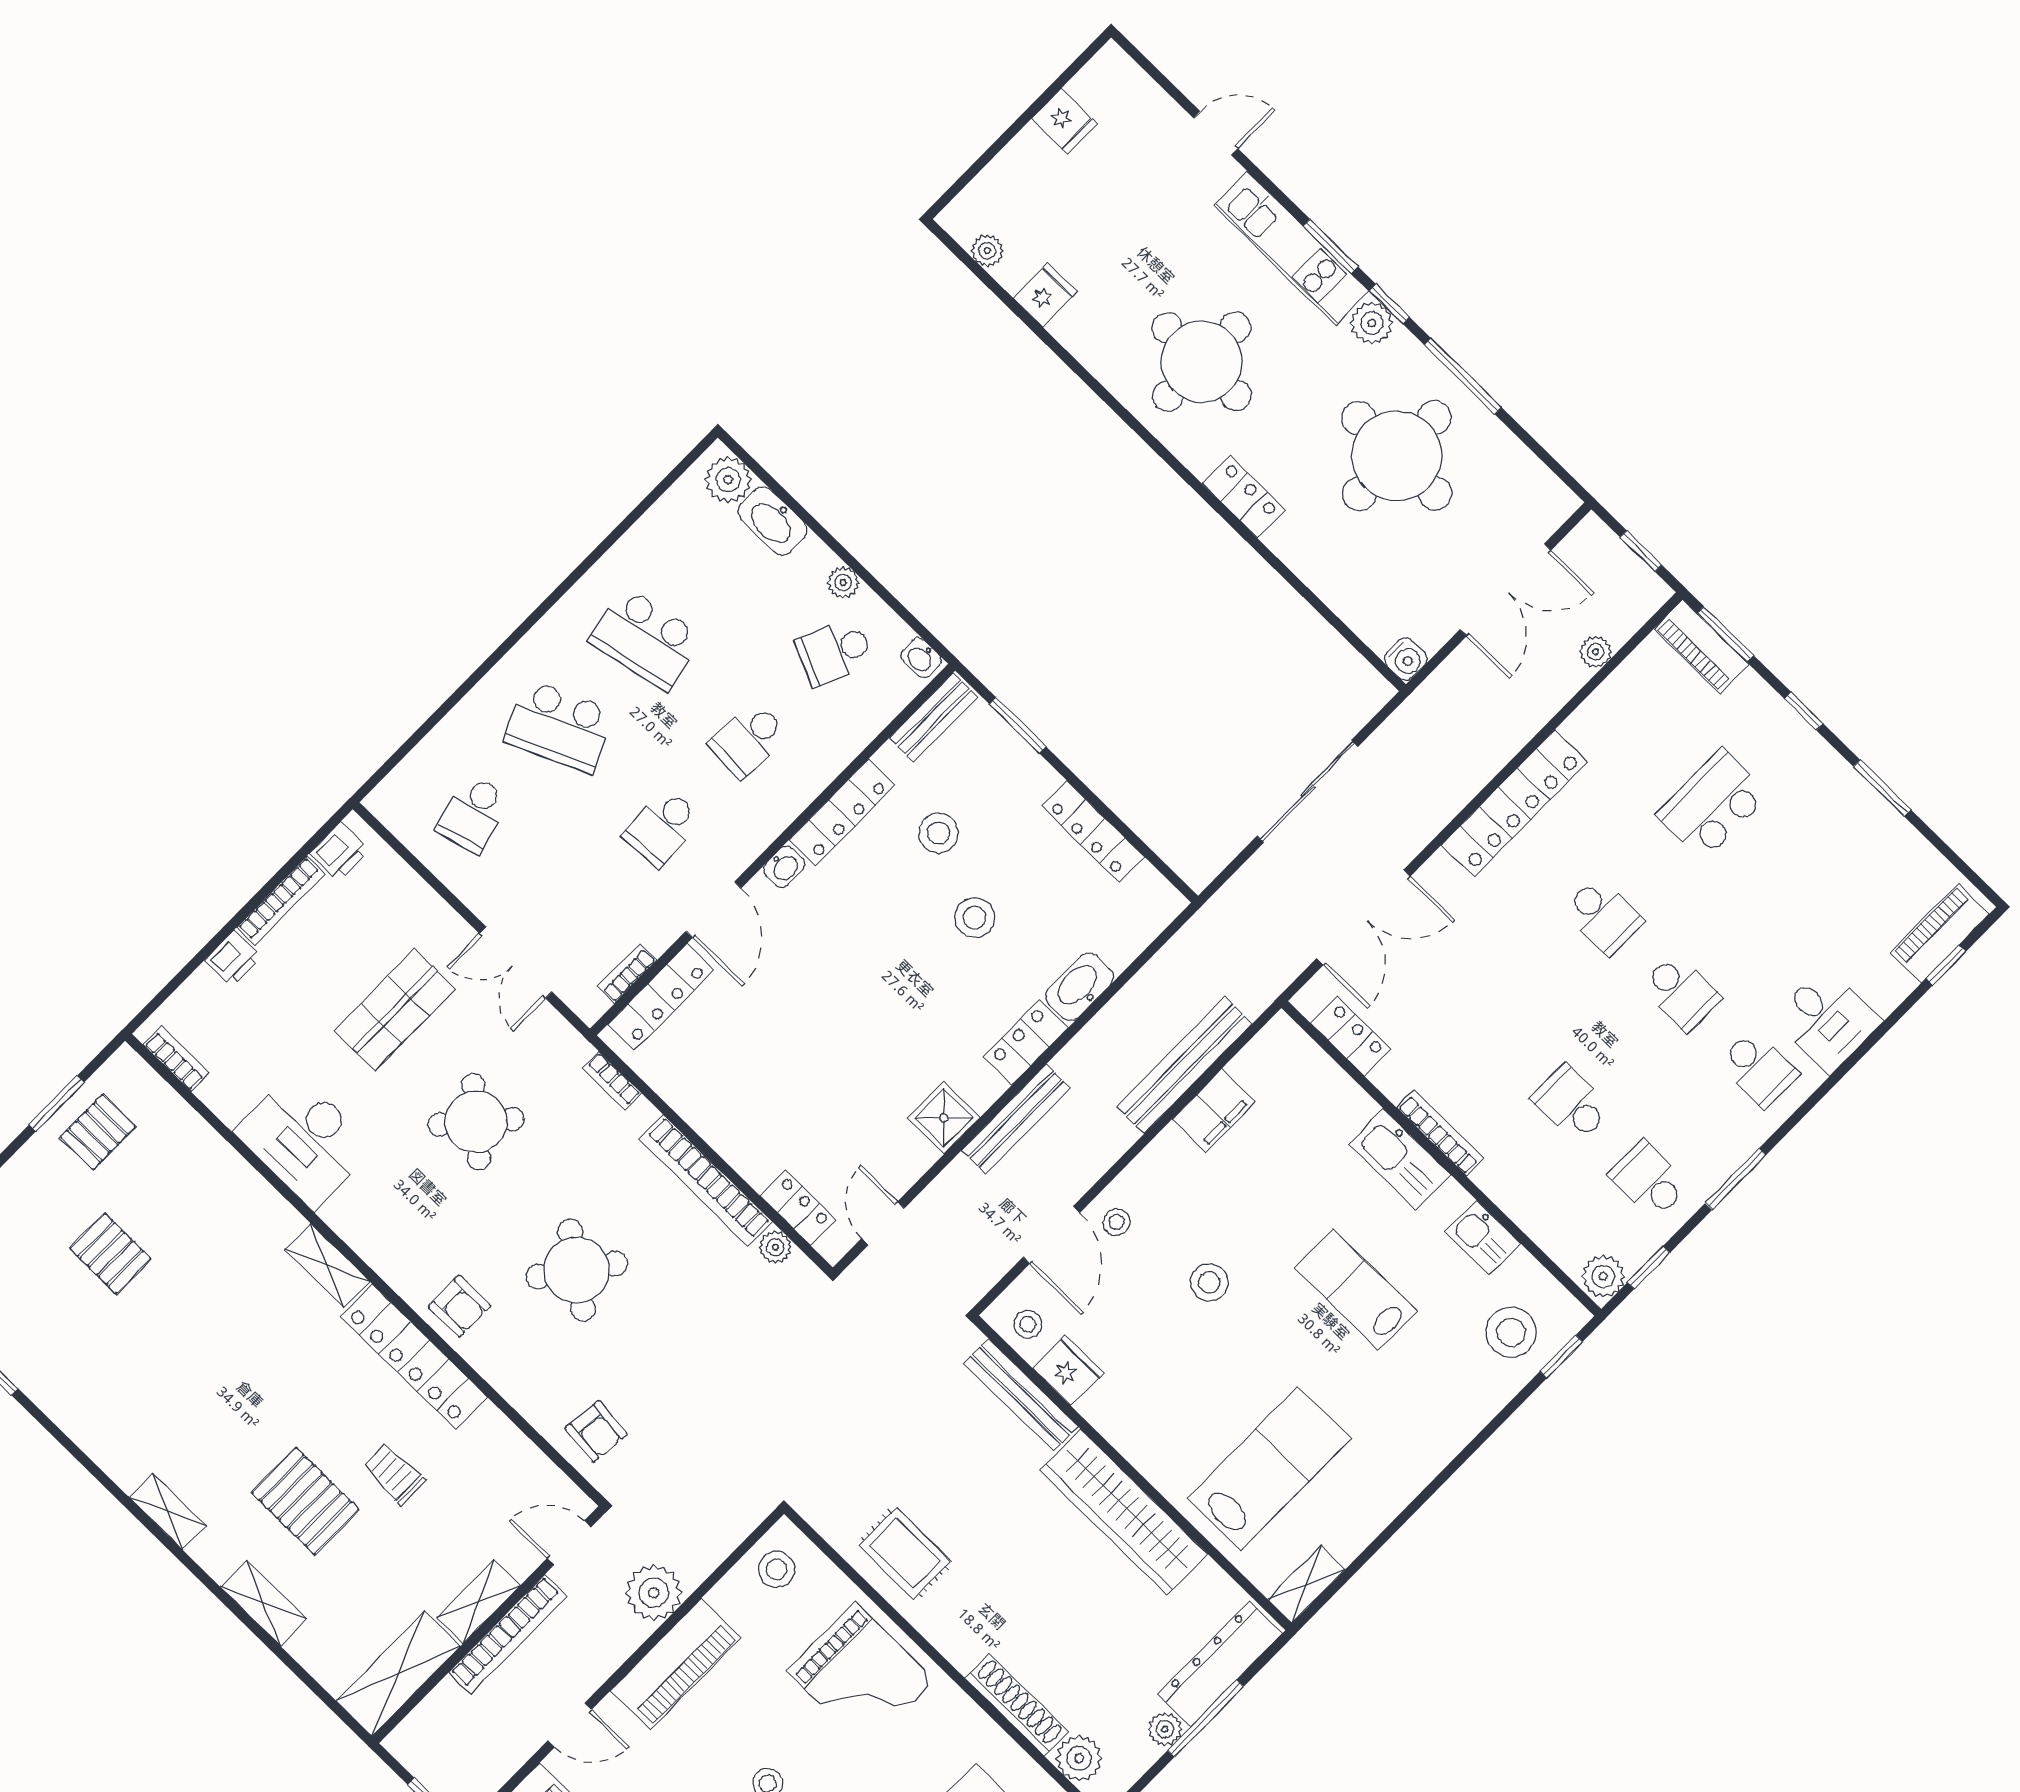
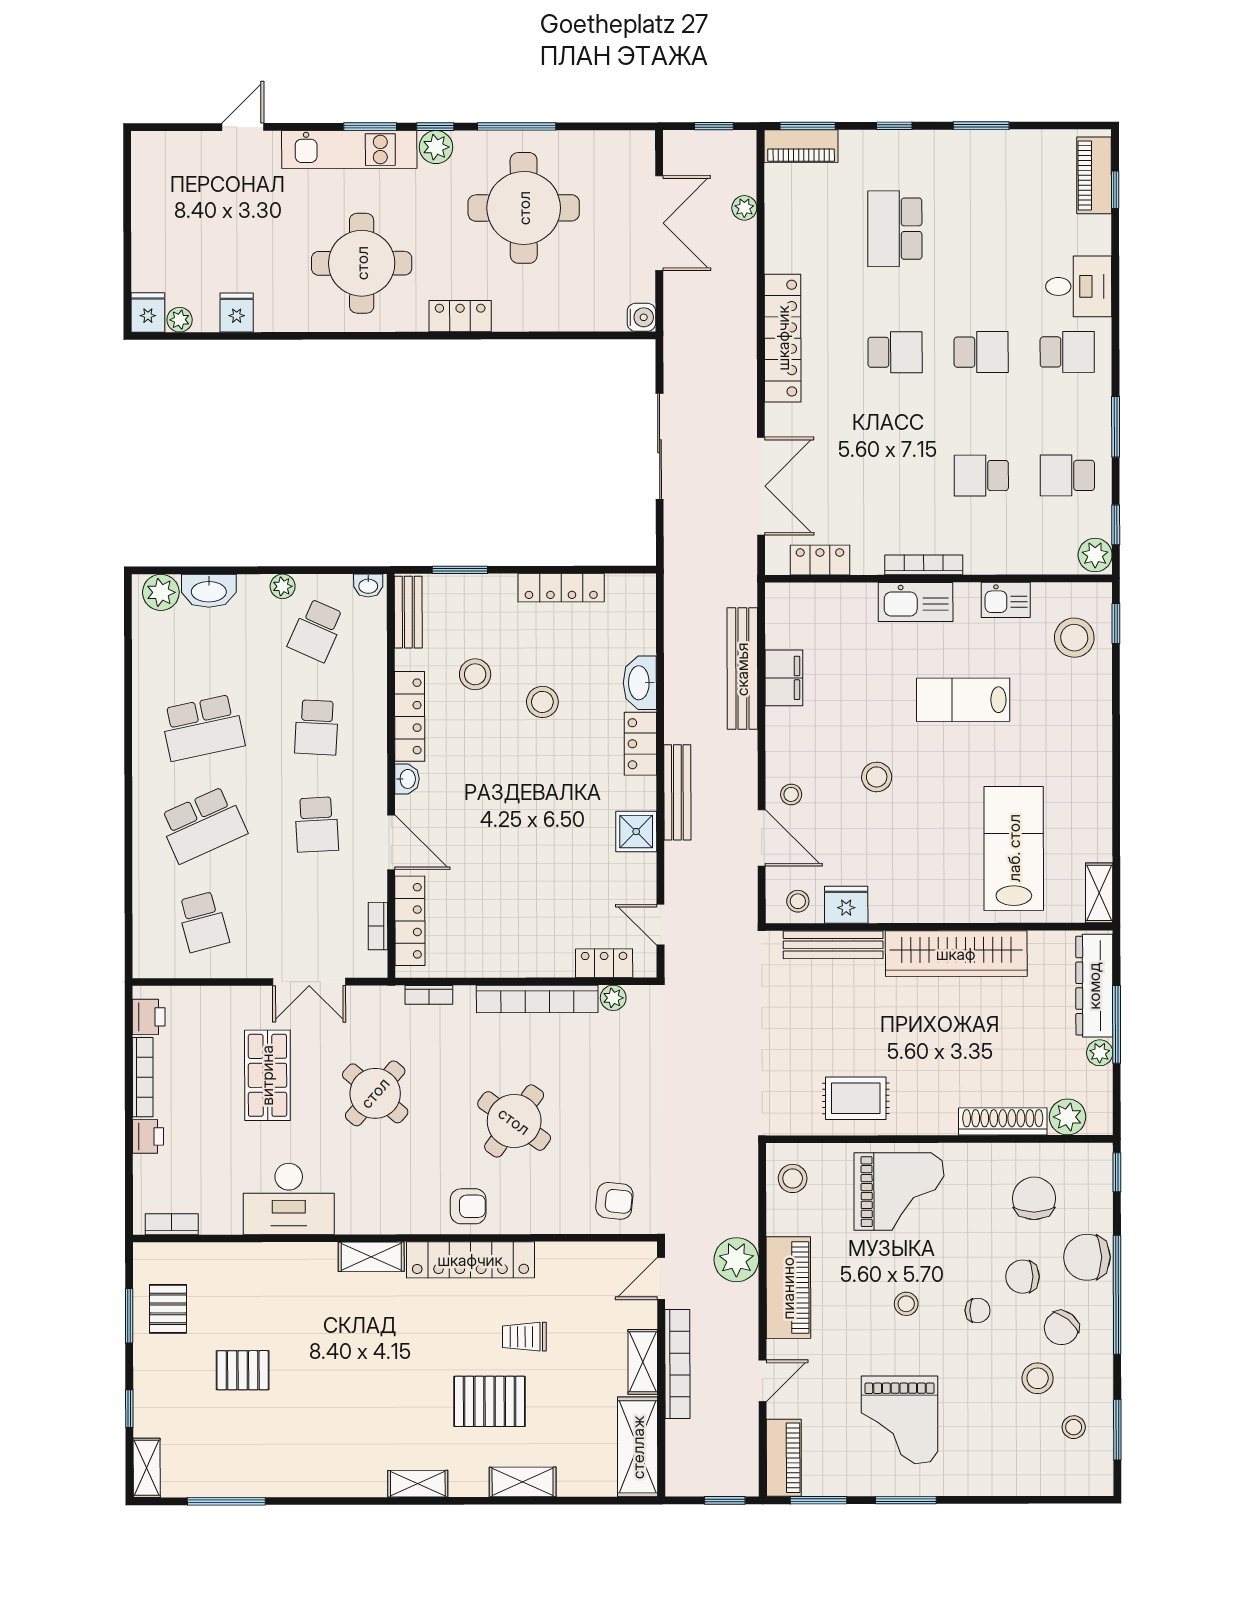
fridge: (1064, 121) -> (148, 312), moved, turned -90

